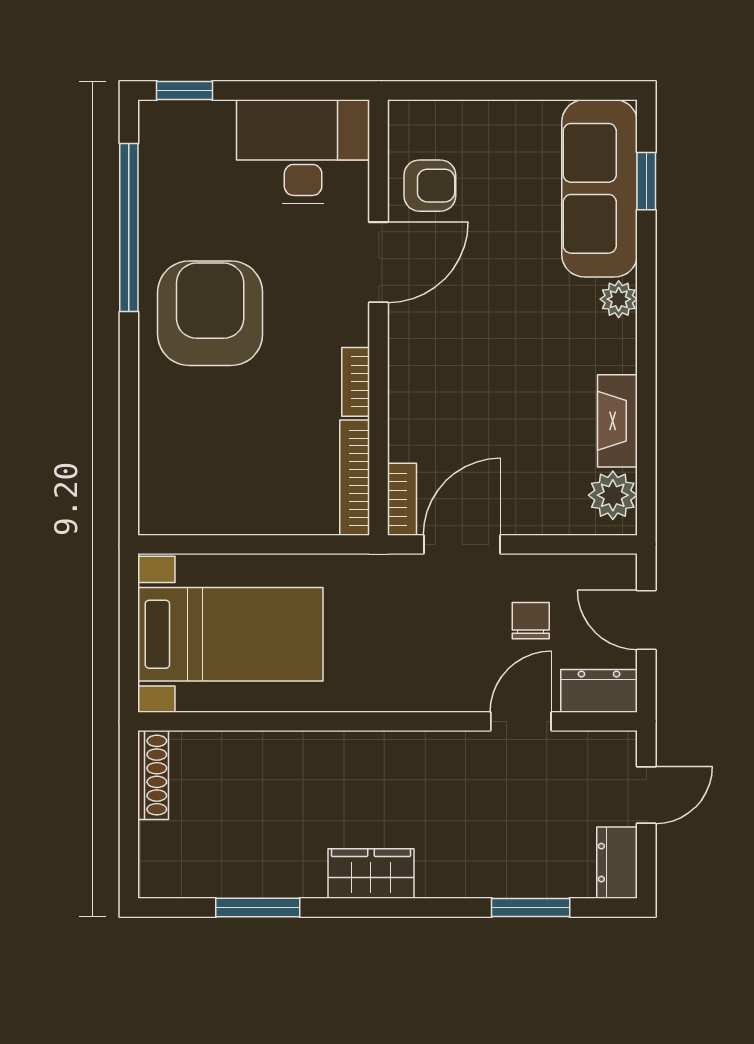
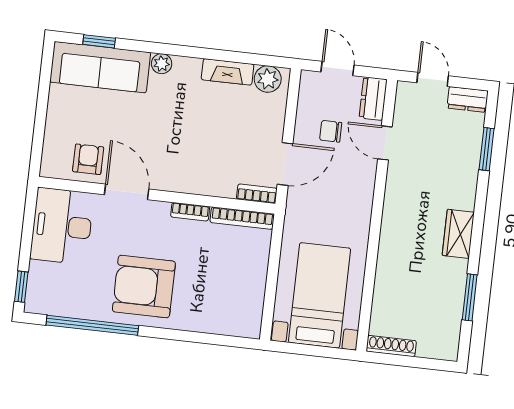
door: (462, 544) -> (285, 164), swing flipped
door: (646, 620) -> (338, 68), swing flipped

